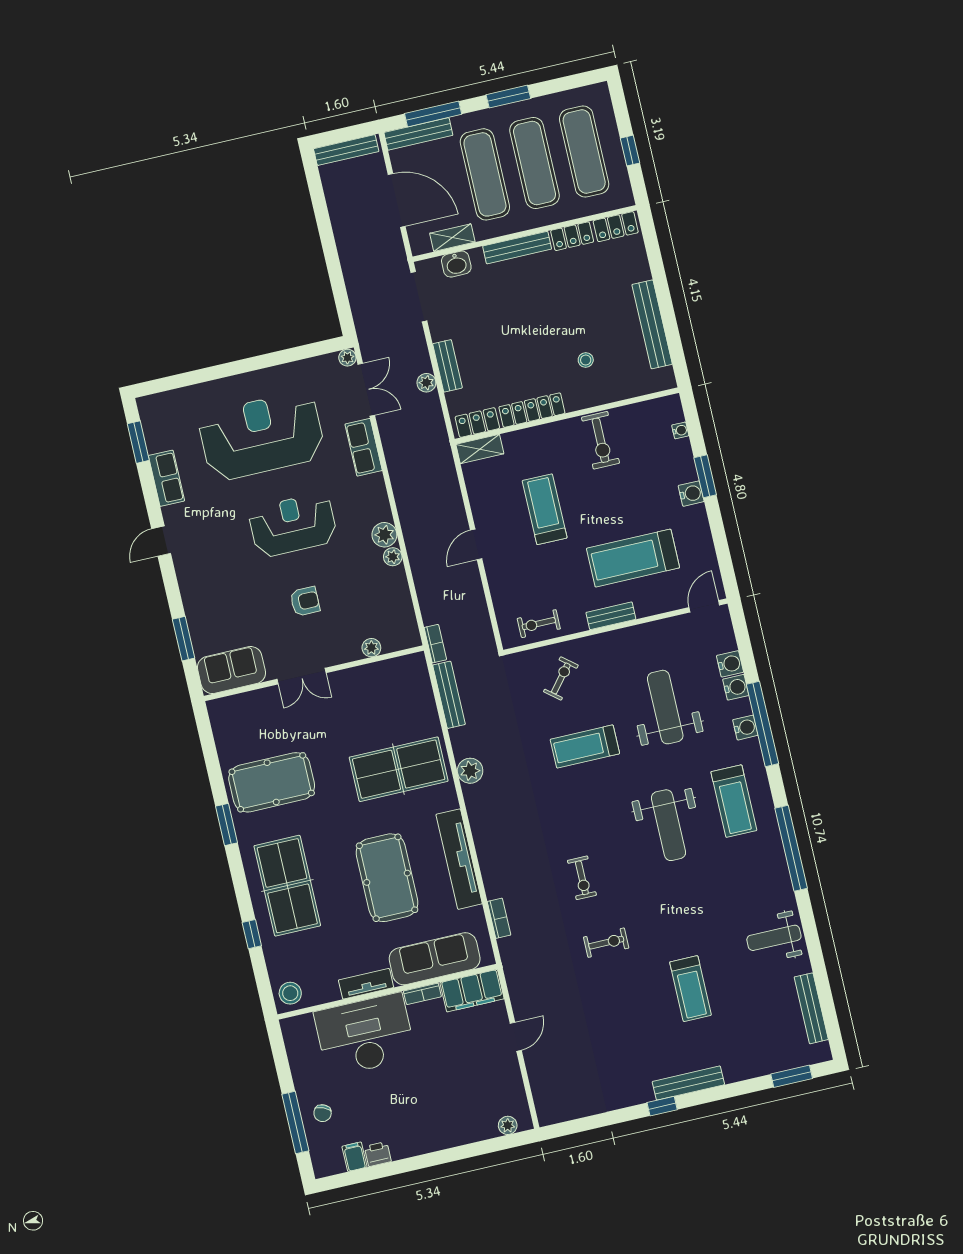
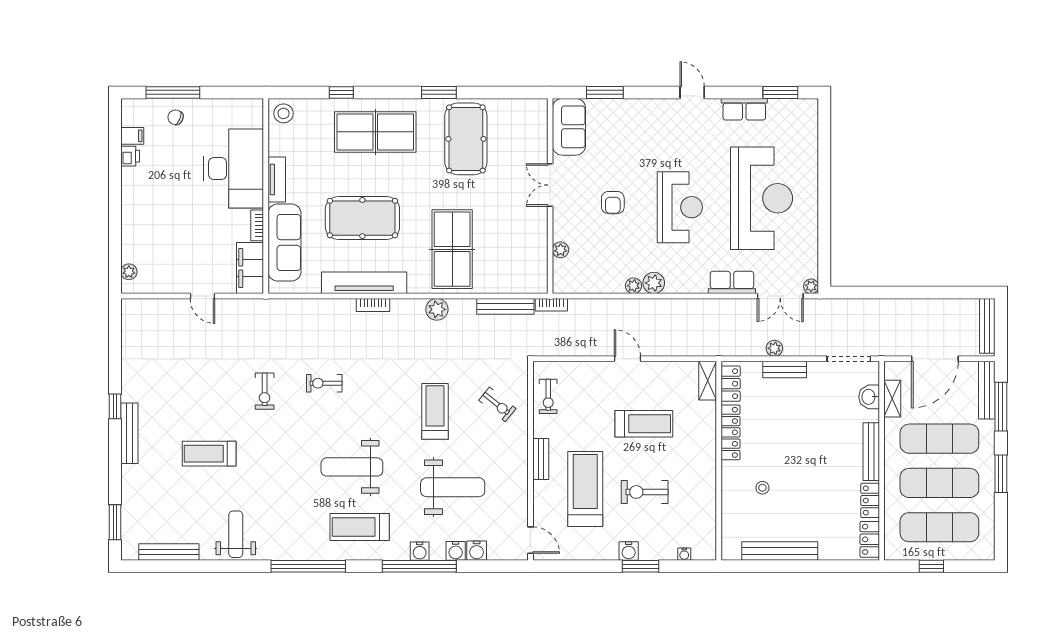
exercise bike: (601, 440) -> (645, 492), moved
exercise bike: (539, 624) -> (548, 396), turned 180
bookcase: (499, 918) -> (373, 305), moved

